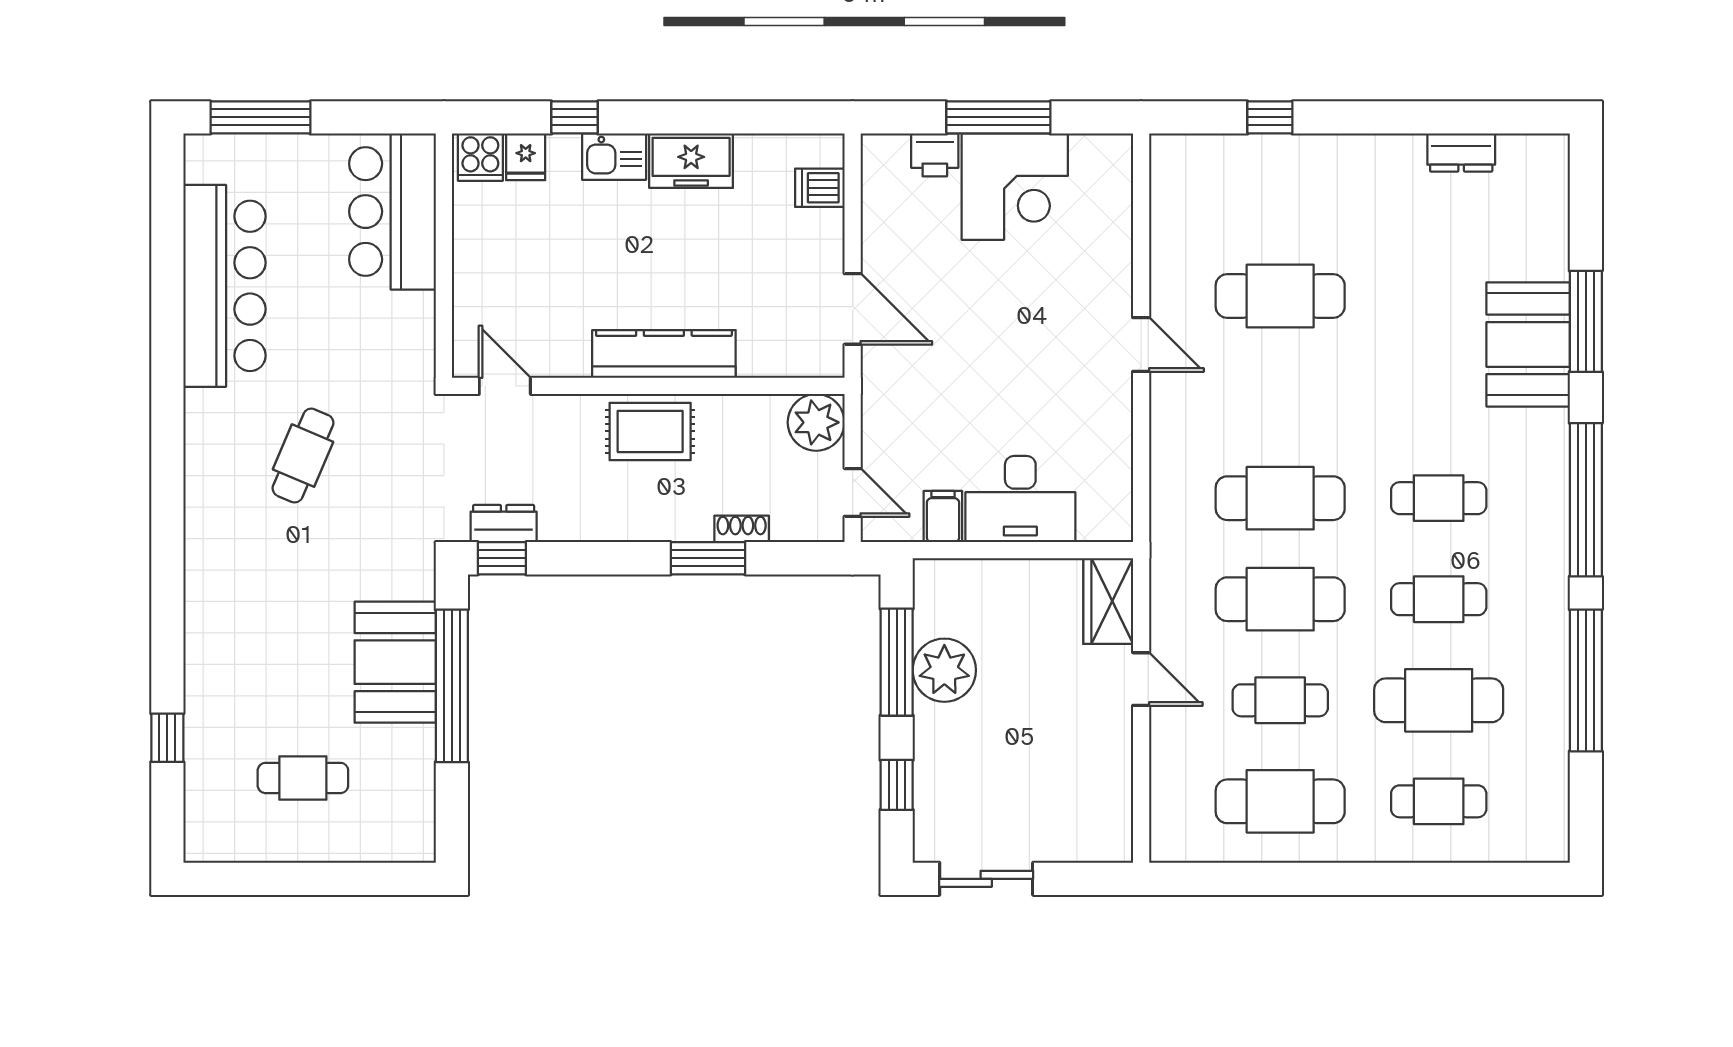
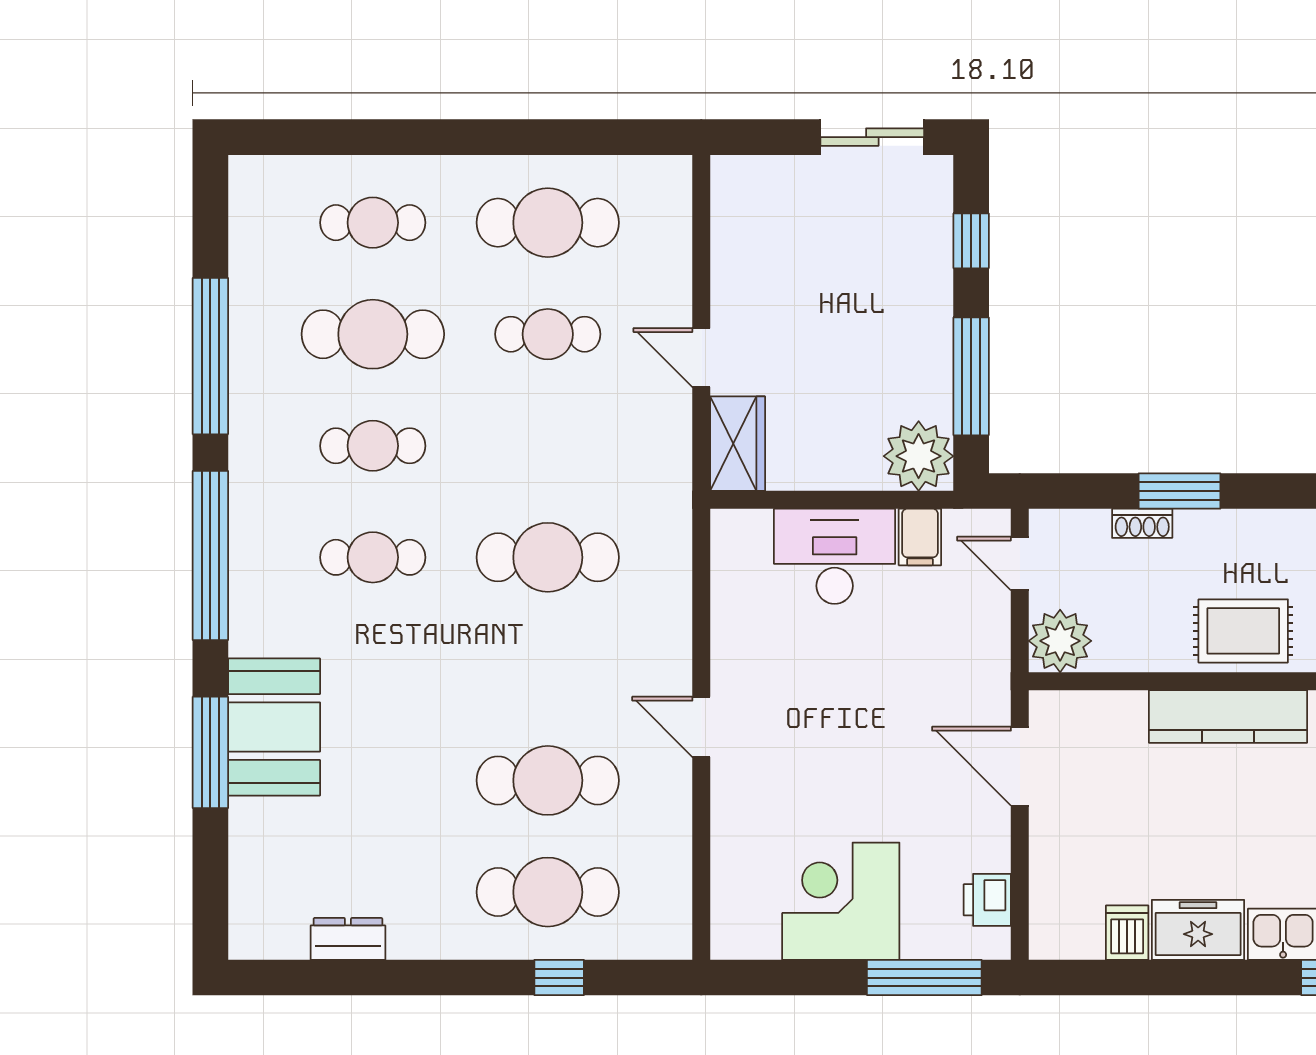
window: (998, 117) -> (924, 978), moved
printer: (935, 155) -> (987, 900), moved, turned -90
dishwasher: (820, 188) -> (1127, 933), moved, turned -90
cafe table: (1280, 599) -> (548, 892), moved
plant: (944, 670) -> (919, 456), moved

